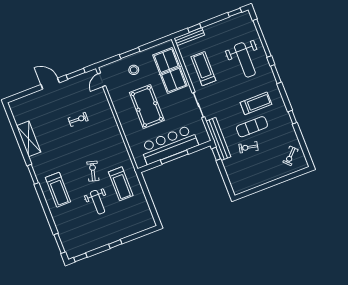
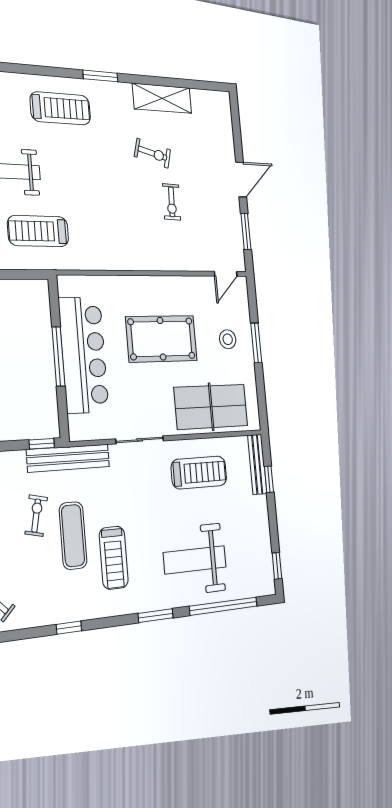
door: (102, 80) -> (226, 274), swing flipped
exercise bike: (93, 171) -> (153, 153), moved
treadmill: (58, 190) -> (60, 108), turned 180

